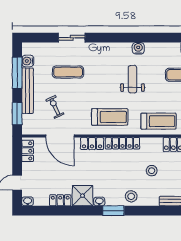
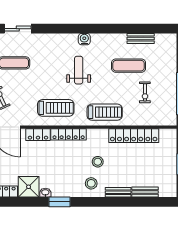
stool: (131, 196) -> (91, 183), moved

